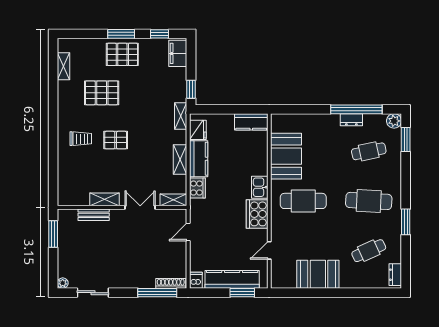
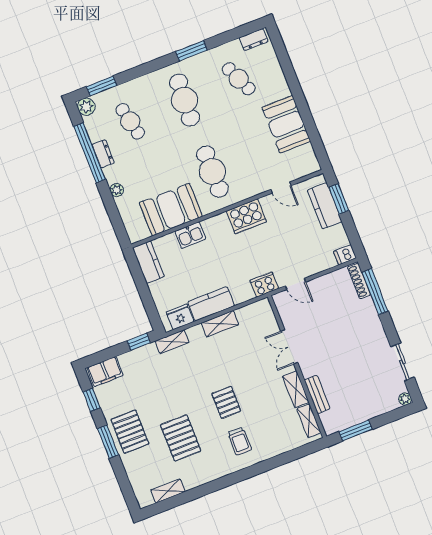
plant: (318, 119) -> (117, 190), added
trolley: (81, 139) -> (240, 441), turned 180
kitchen sink: (260, 187) -> (190, 235), moved
cooker: (197, 188) -> (264, 285), moved
shelving: (173, 200) -> (309, 421), moved
kitchen counter: (232, 279) -> (325, 206), width x0.67

